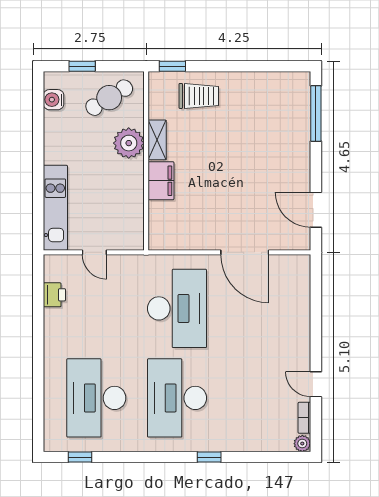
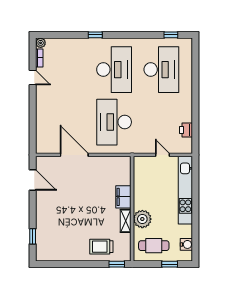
cafe table: (109, 98) -> (154, 246), turned 32
window: (316, 114) -> (33, 236), width x0.46
kitchen unit: (55, 208) -> (185, 190), width x1.36

